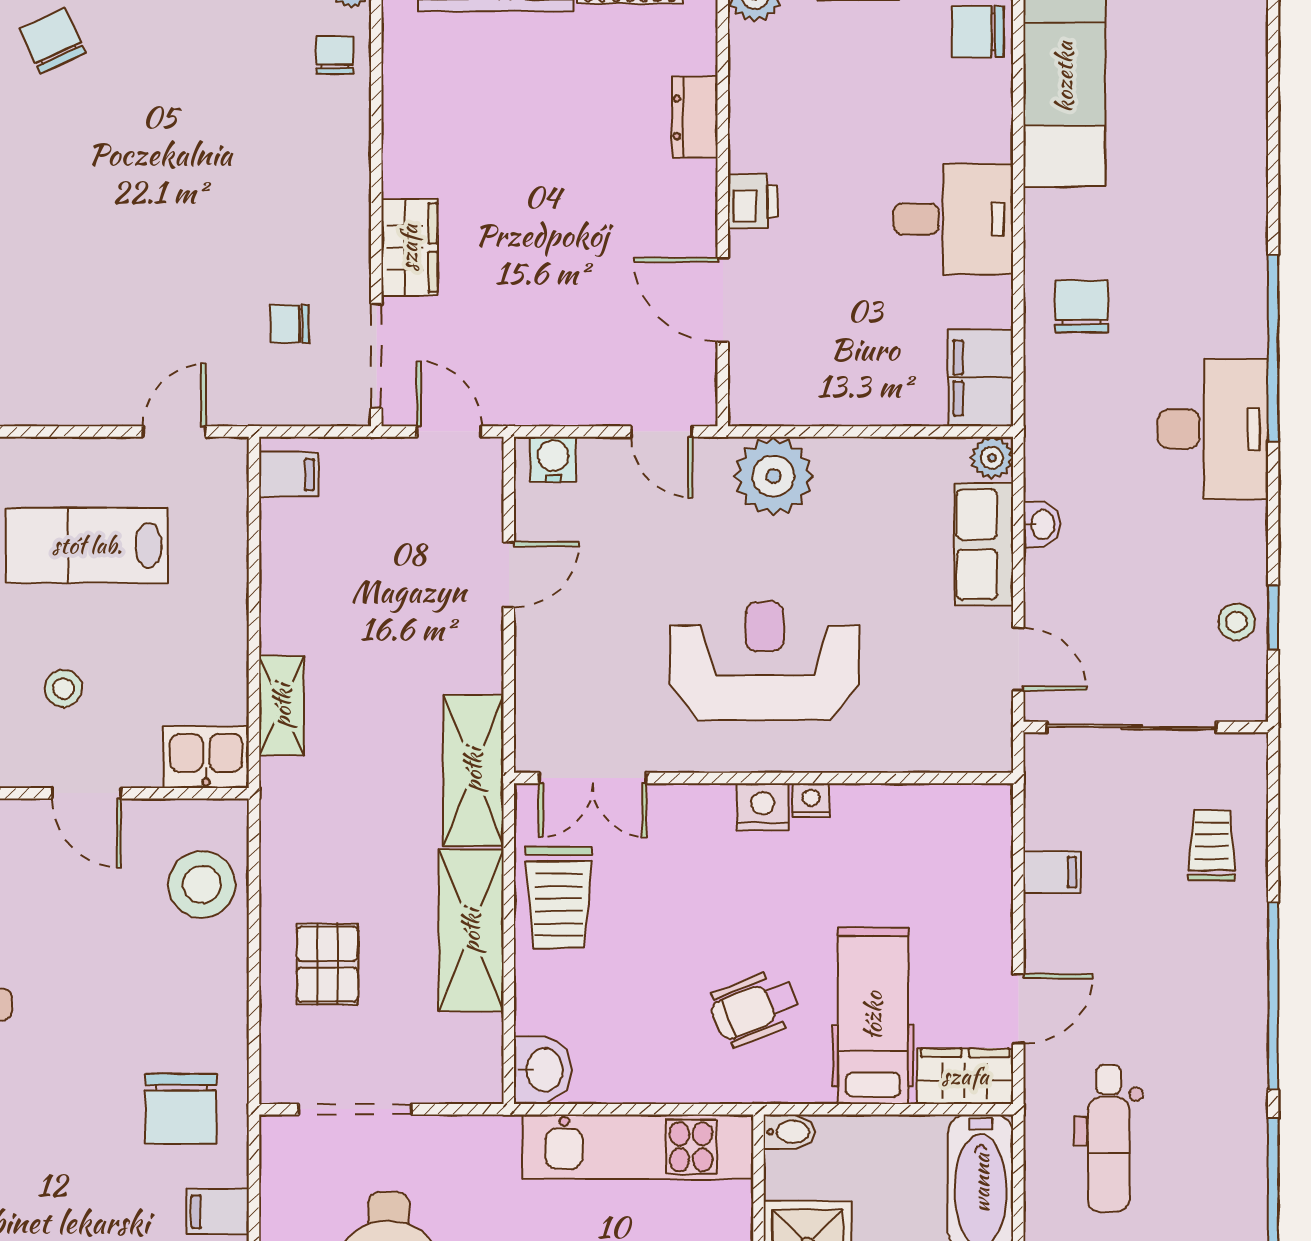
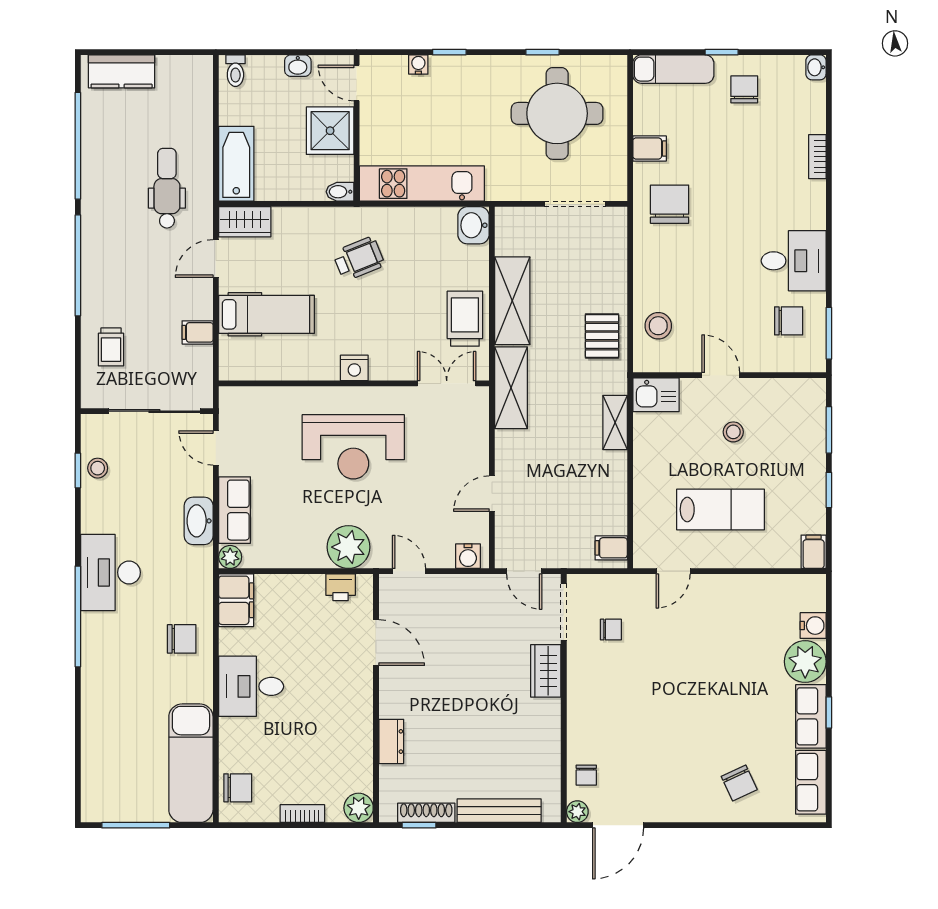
printer: (753, 201) -> (341, 587), moved, turned -90
chair: (1081, 306) -> (182, 639), turned -90
washbasin: (1042, 524) -> (199, 521), width x1.91, depth x1.45
nightstand: (811, 800) -> (328, 371), removed
stool: (202, 885) -> (658, 326), width x0.73, depth x0.73
pallet: (327, 964) -> (602, 336), moved
hospital bed: (873, 1016) -> (266, 314), moved, turned -90

